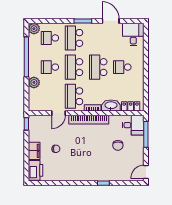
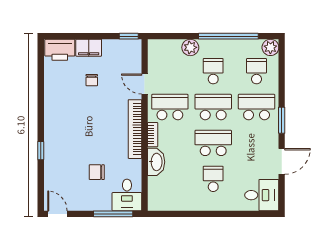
locker: (131, 106) -> (155, 191), removed

